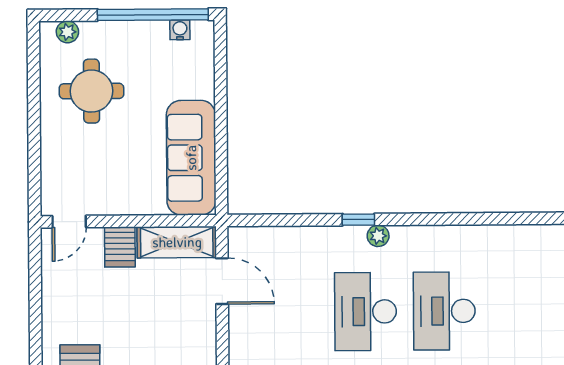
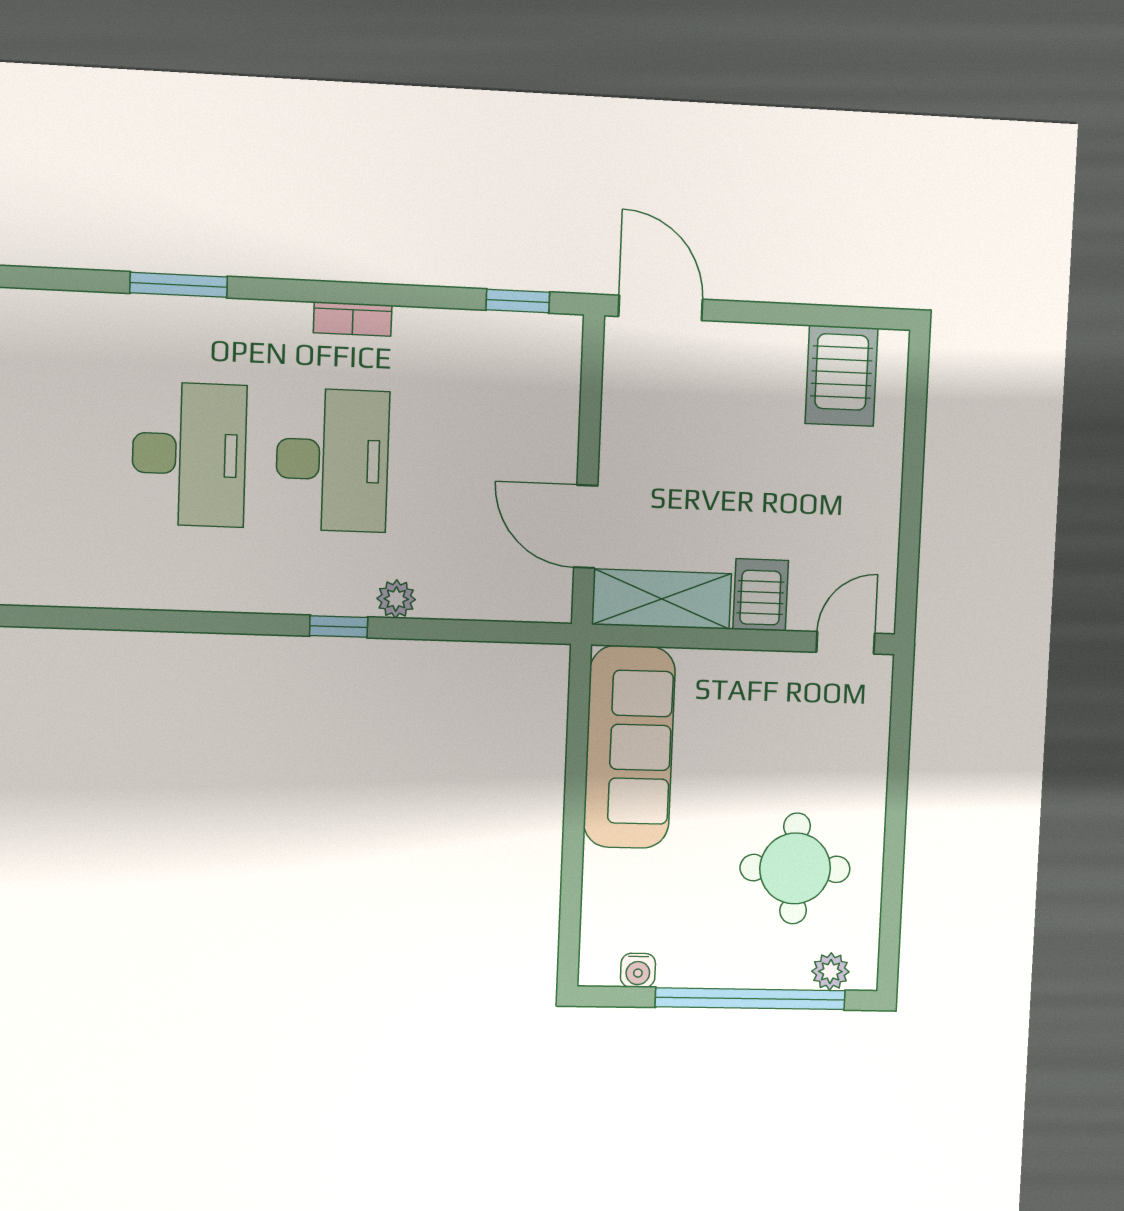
window: (153, 15) -> (750, 999), moved
plant: (378, 236) -> (396, 599), moved

